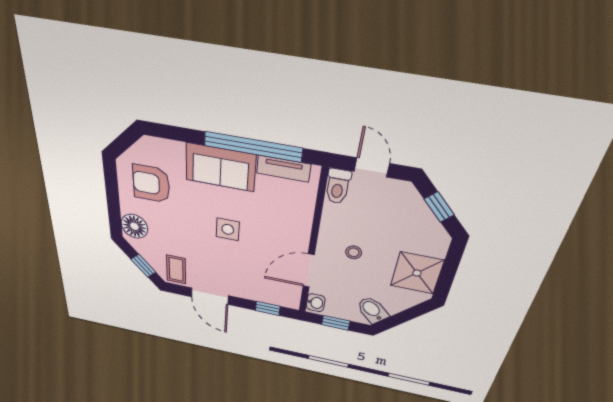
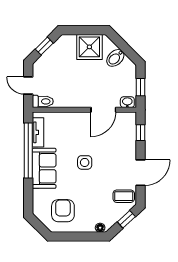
door: (372, 167) -> (28, 86), hinge flipped
armchair: (151, 184) -> (63, 211), turned 180
floor lamp: (134, 226) -> (100, 228), width x0.53, depth x0.53
stool: (354, 252) -> (84, 85), removed
door: (309, 271) -> (103, 110), hinge flipped
bidet: (372, 310) -> (115, 58), moved

